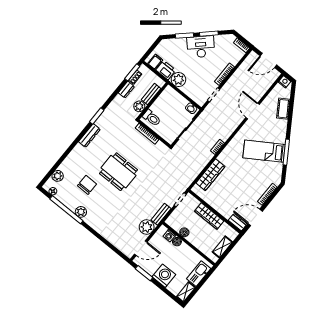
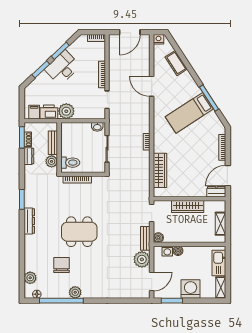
boiler: (184, 232) -> (158, 238), moved

